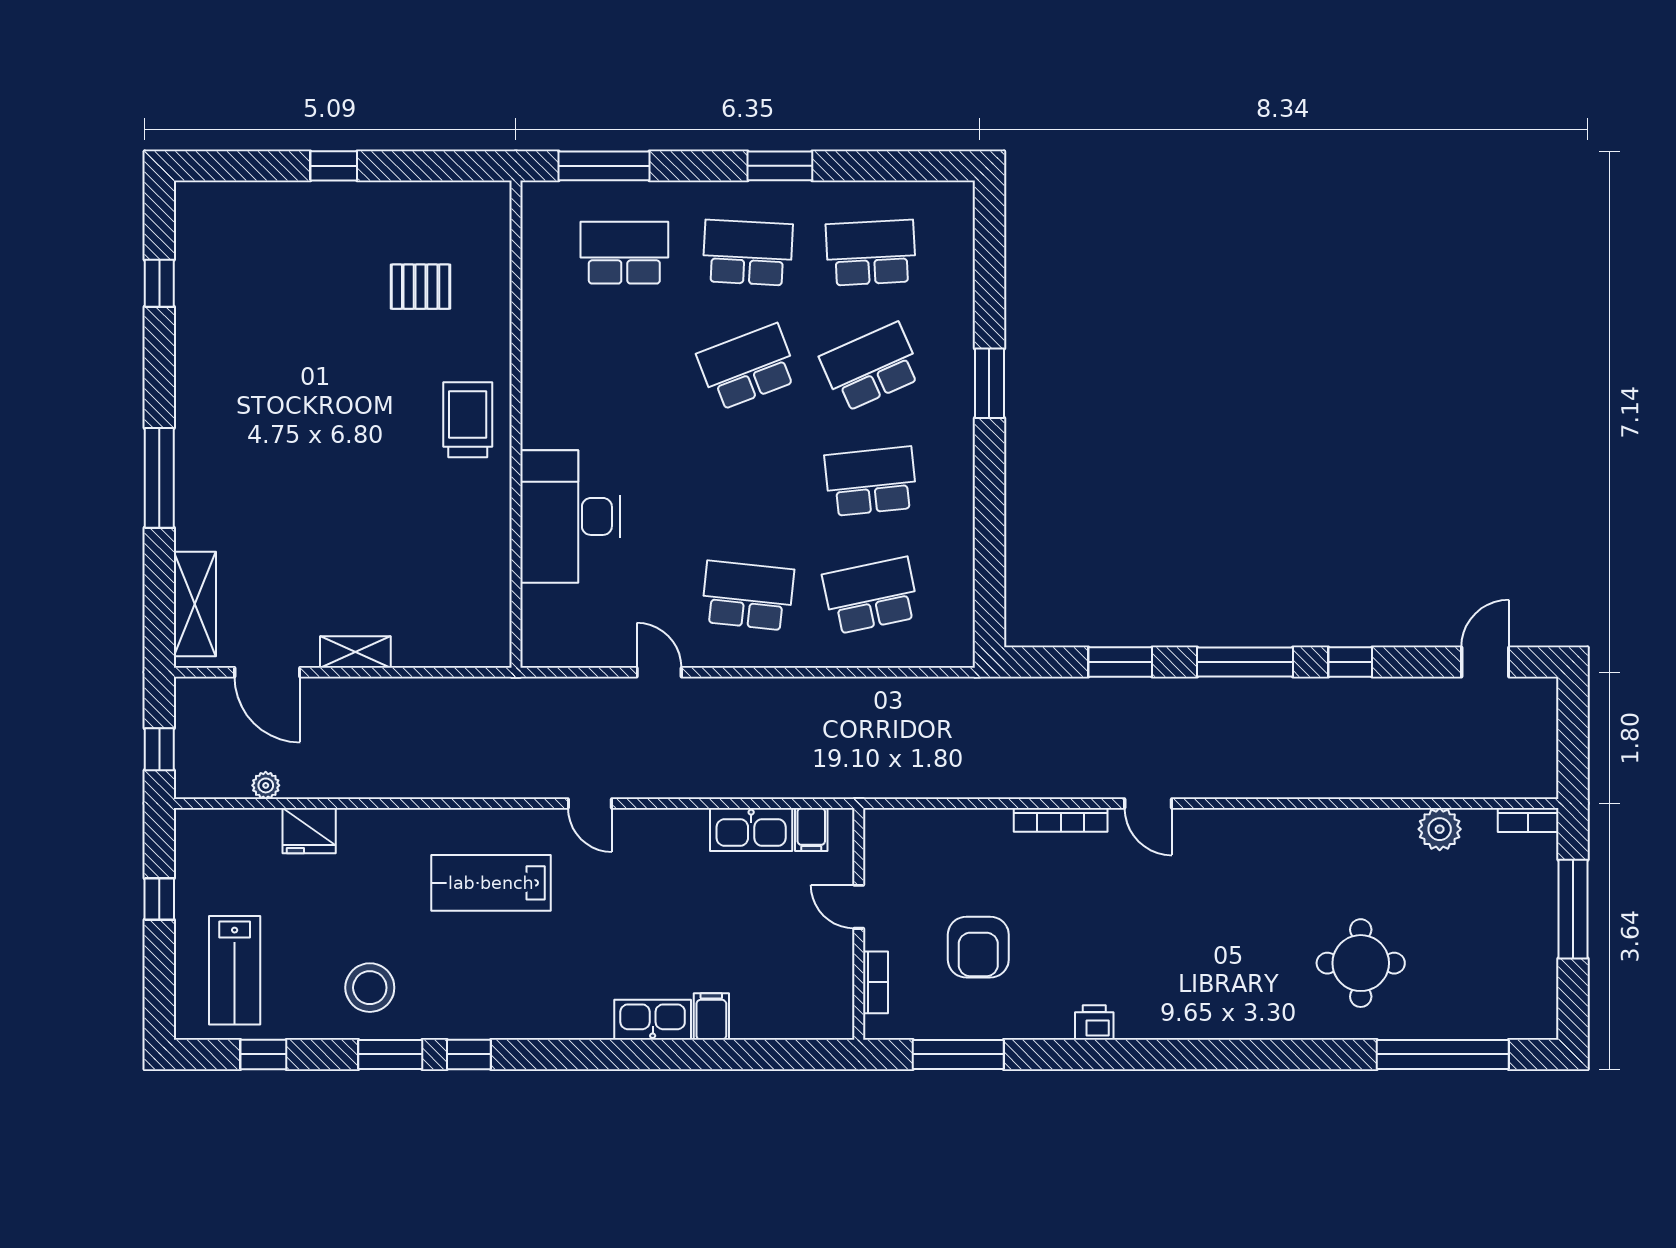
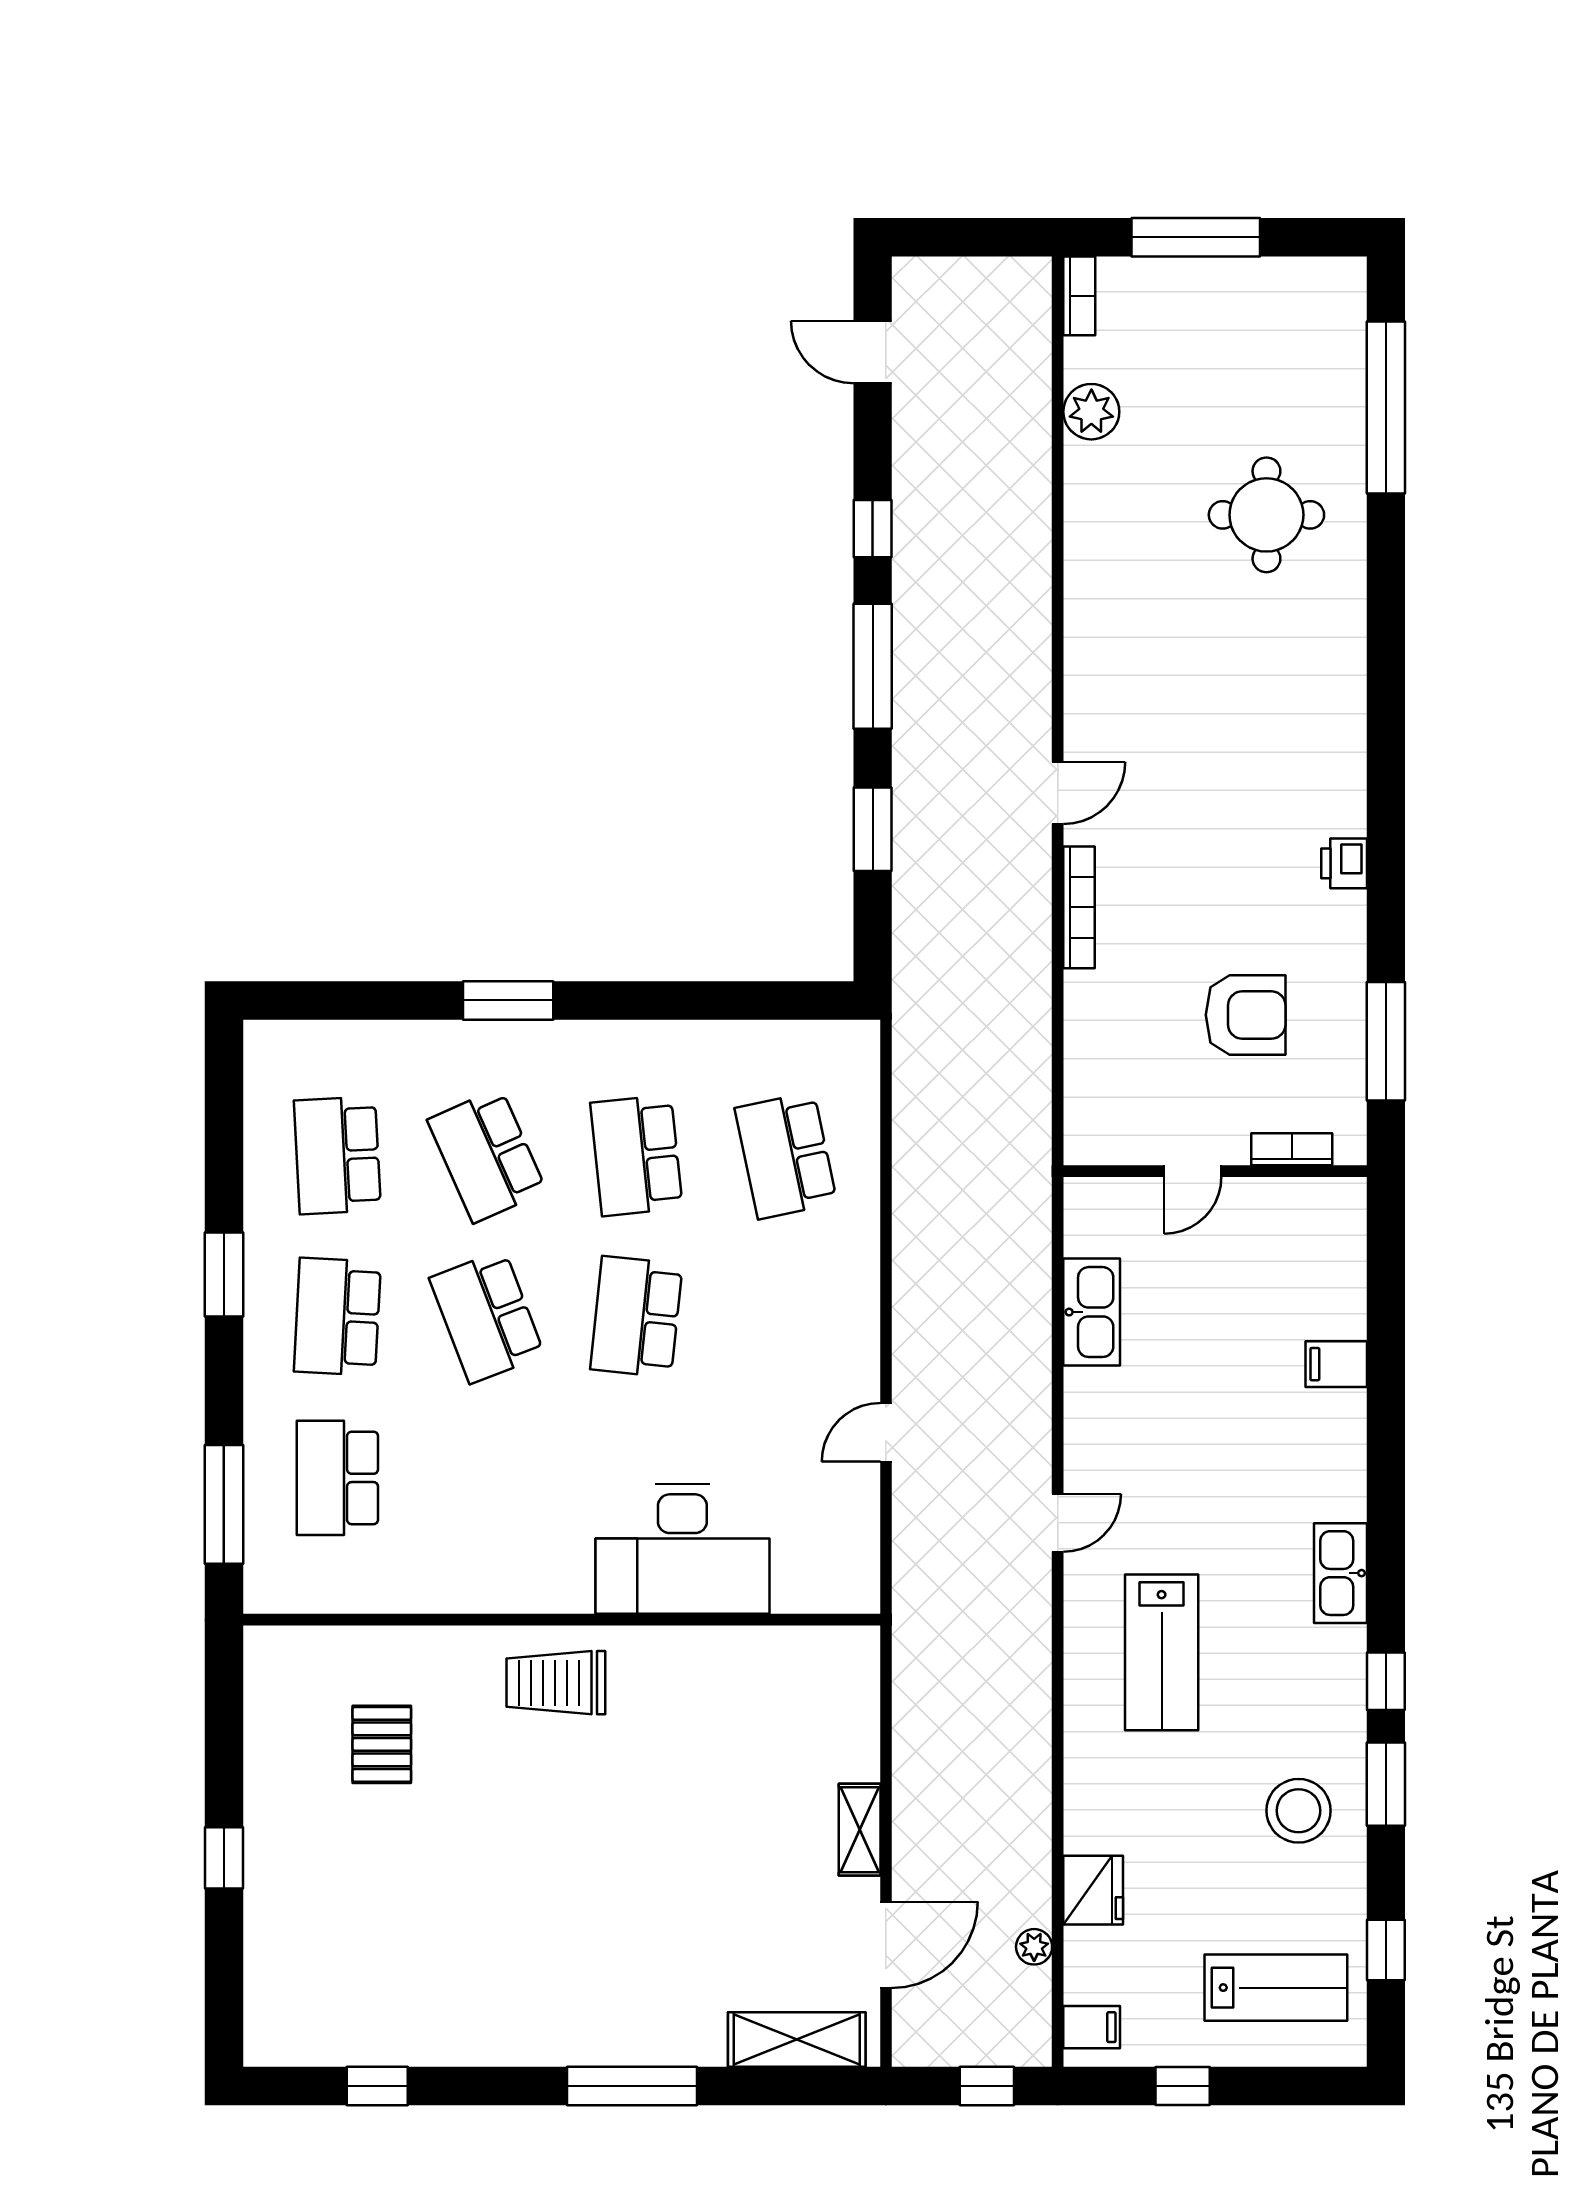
school desk: (748, 596) -> (636, 1317), moved
filing cabinet: (811, 829) -> (1092, 2027), moved
kitchen sink: (653, 1020) -> (1340, 1573), moved

